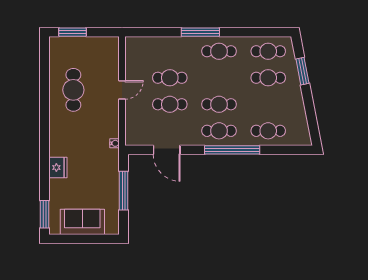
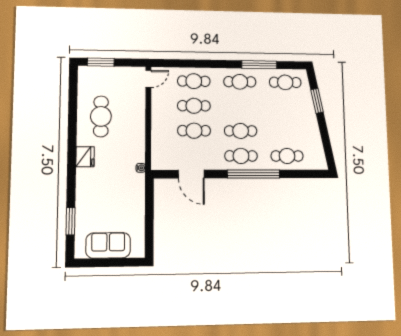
window: (200, 32) -> (259, 65), moved
cafe table: (268, 78) -> (194, 81), moved
door: (122, 90) -> (148, 79), moved
fridge: (58, 168) -> (85, 157), moved
window: (123, 191) -> (149, 214), removed
window: (45, 214) -> (70, 221), moved

